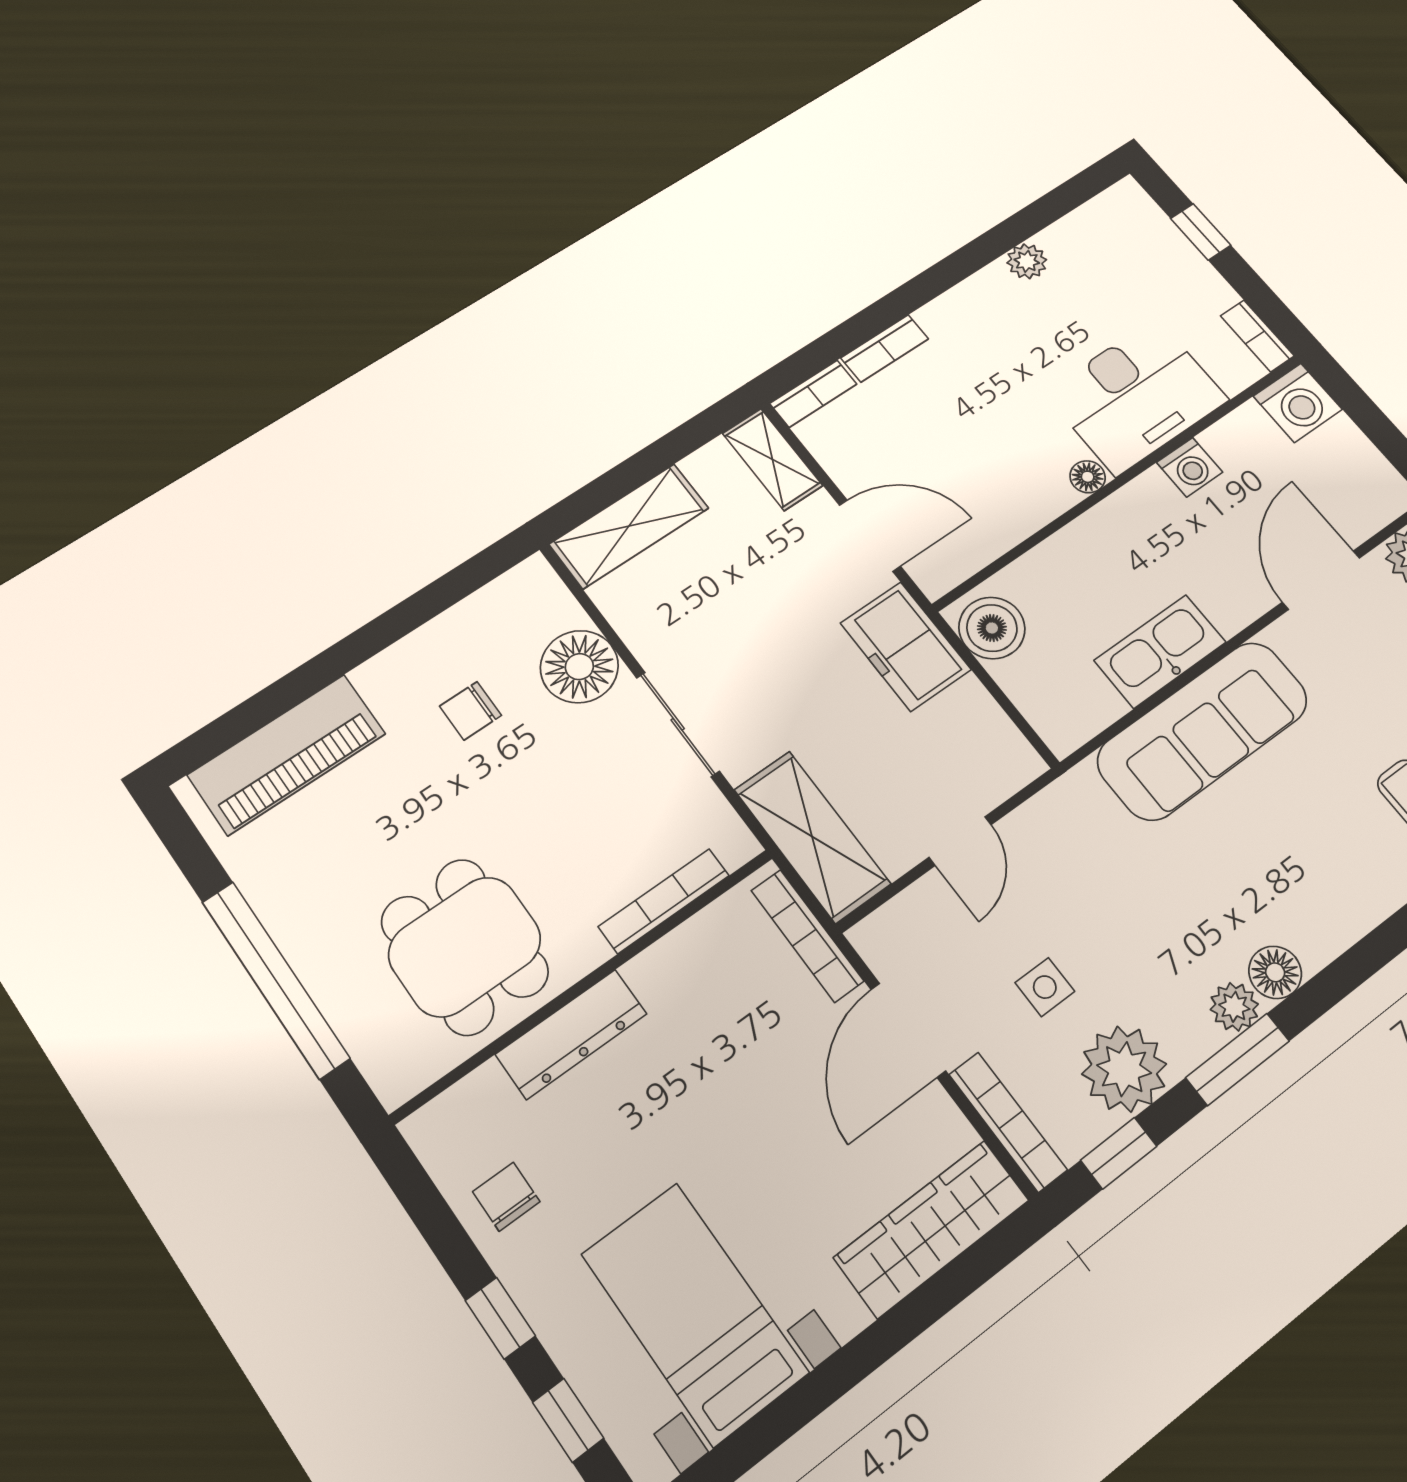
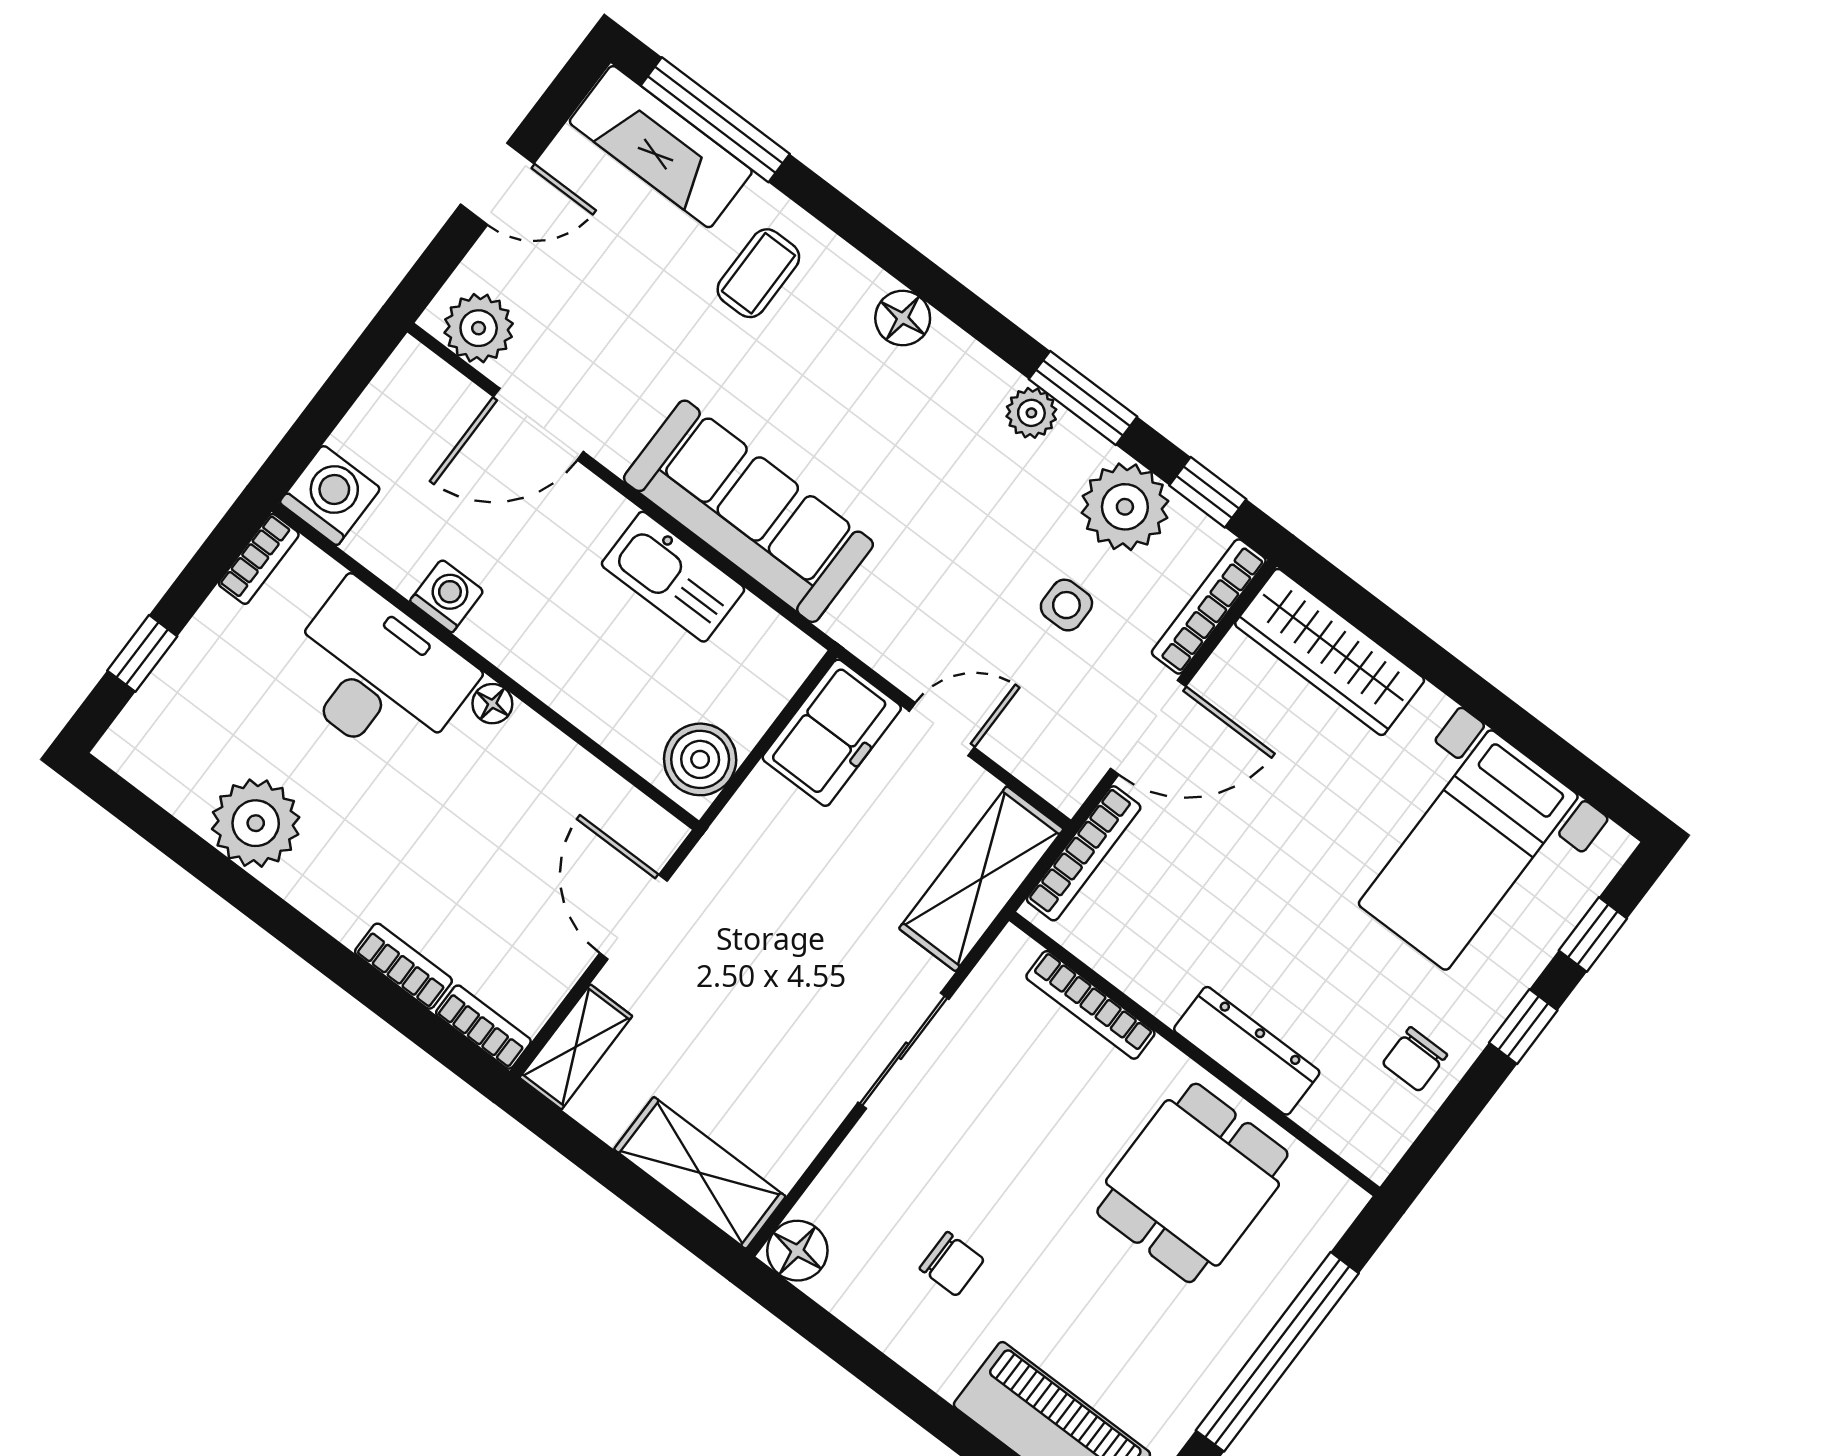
plant: (1027, 261) -> (256, 823), width x1.87, depth x1.87
freezer: (906, 646) -> (832, 733), moved
floor lamp: (579, 667) -> (797, 1251), moved, width x0.73, depth x0.73
floor lamp: (1275, 972) -> (903, 318), moved

